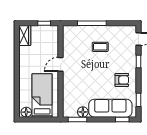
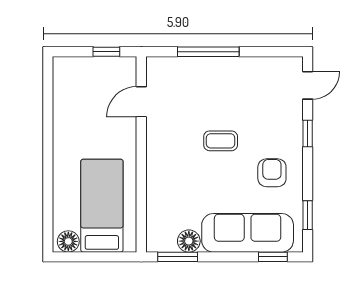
wardrobe: (25, 35) -> (65, 78), removed
coffee table: (100, 47) -> (221, 141), moved
door: (61, 64) -> (141, 102), moved
armchair: (122, 80) -> (272, 173), turned -90

